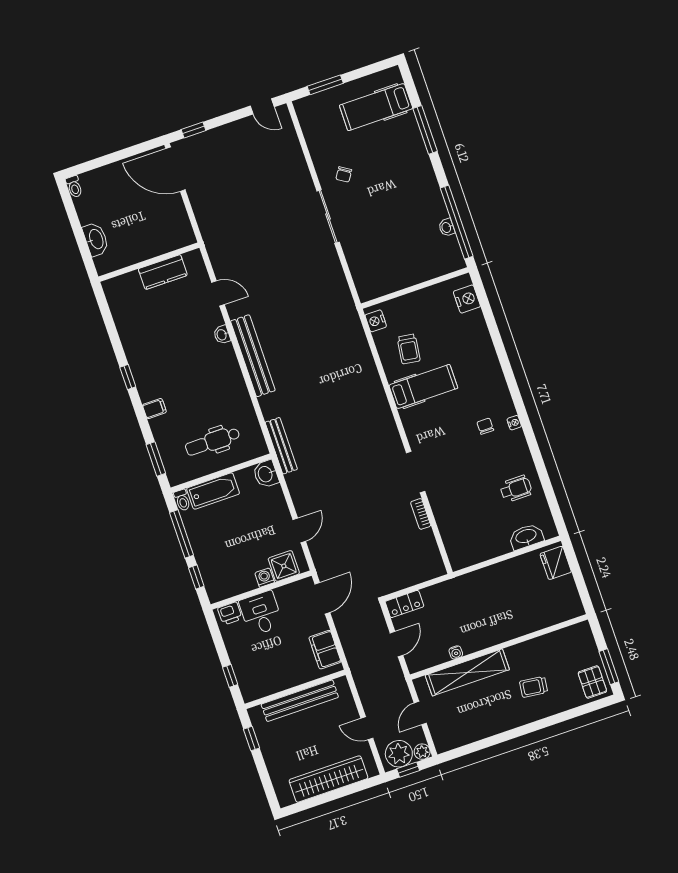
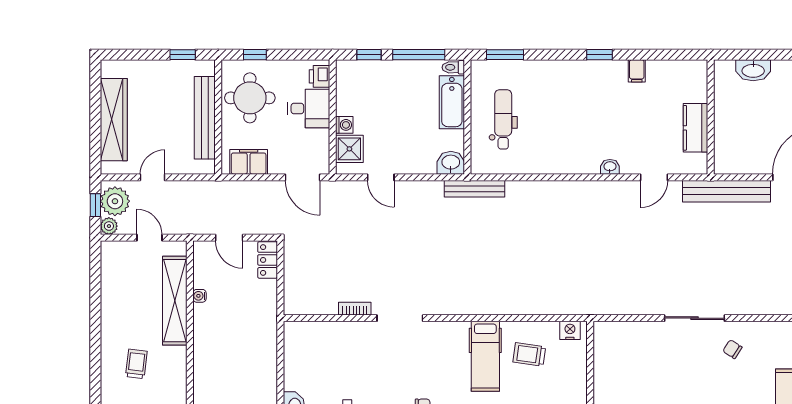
bench: (253, 356) -> (727, 191), moved
filing cabinet: (154, 409) -> (637, 71), moved
round table: (269, 667) -> (250, 98), added

